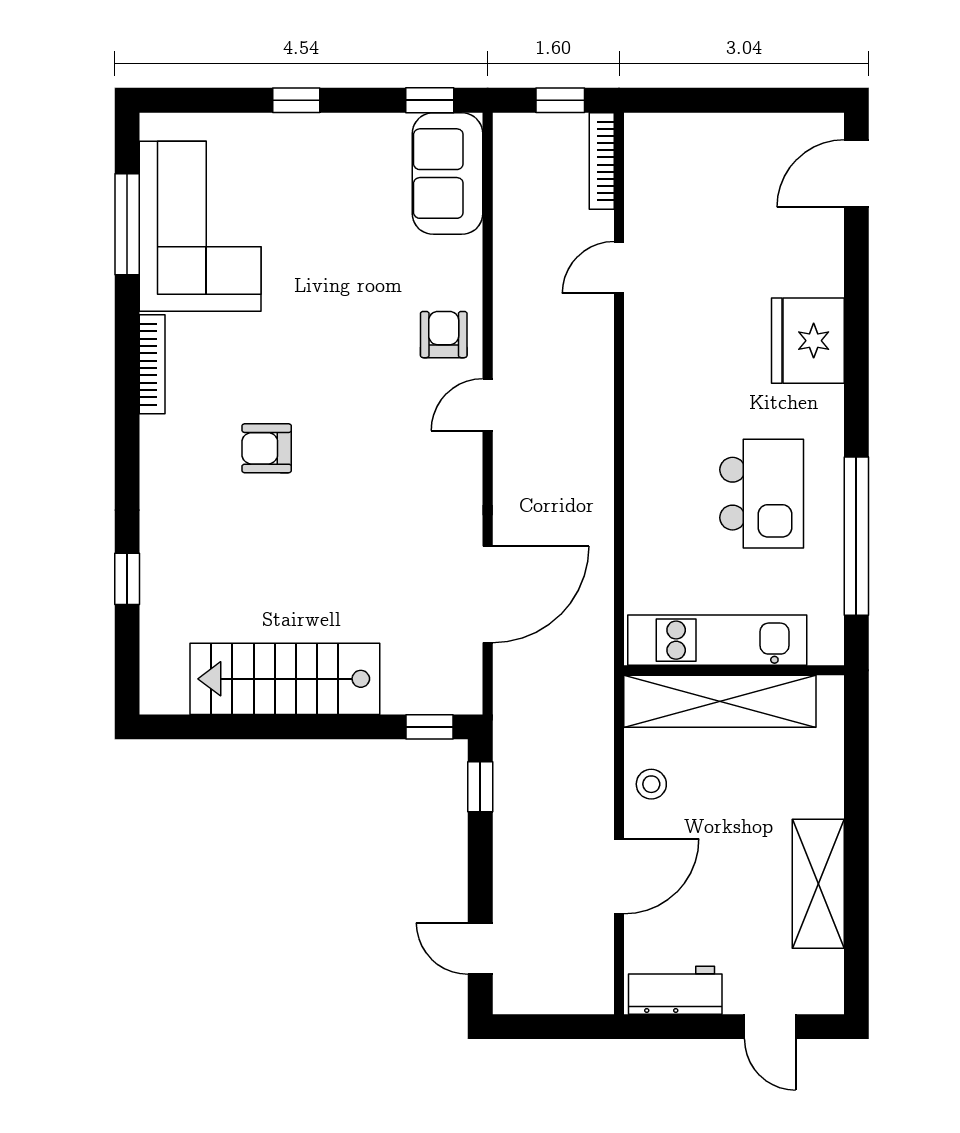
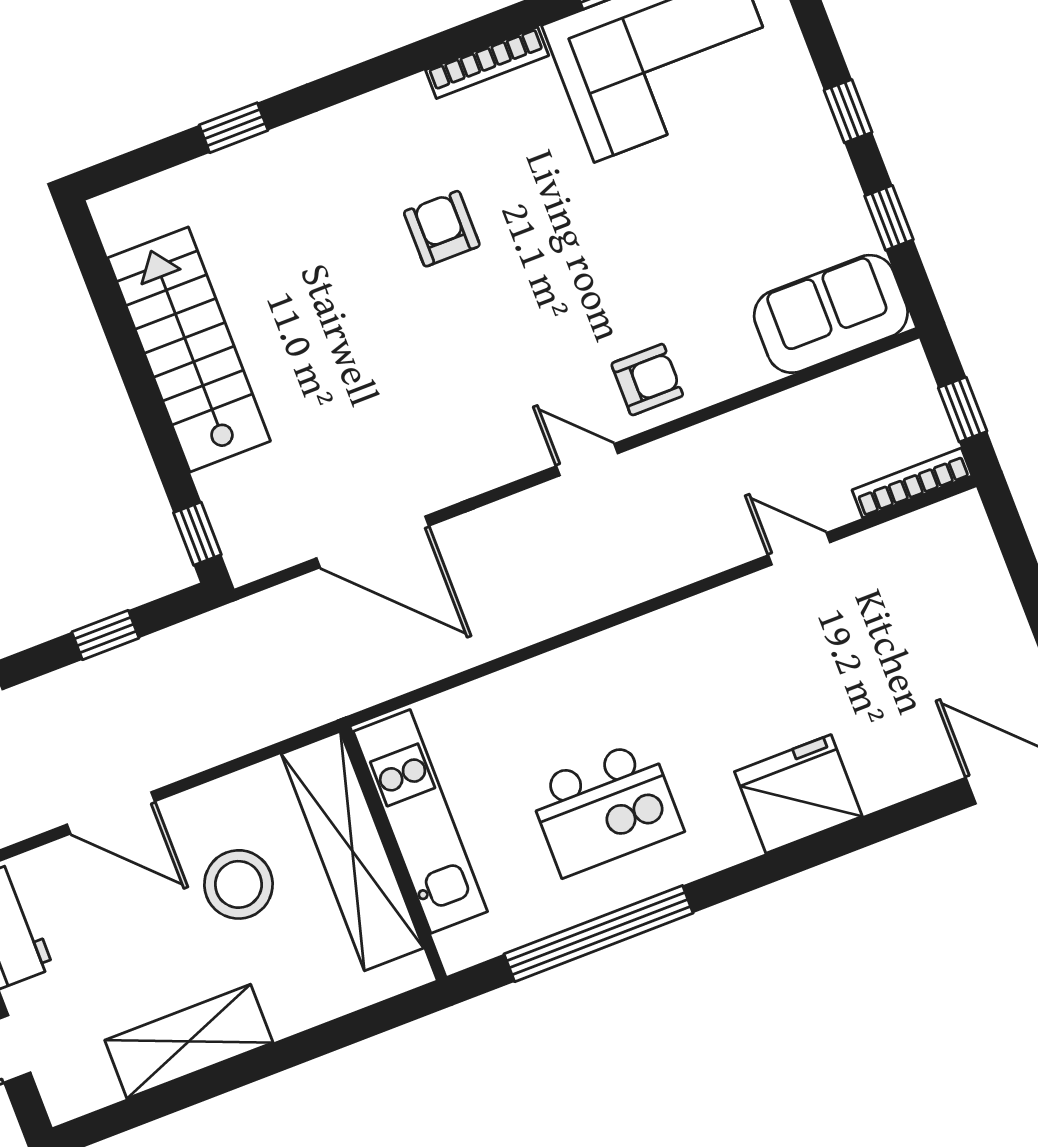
window: (430, 100) -> (889, 218), moved
stool: (651, 784) -> (238, 884), moved, width x1.89, depth x1.89
window: (480, 787) -> (105, 635), moved

